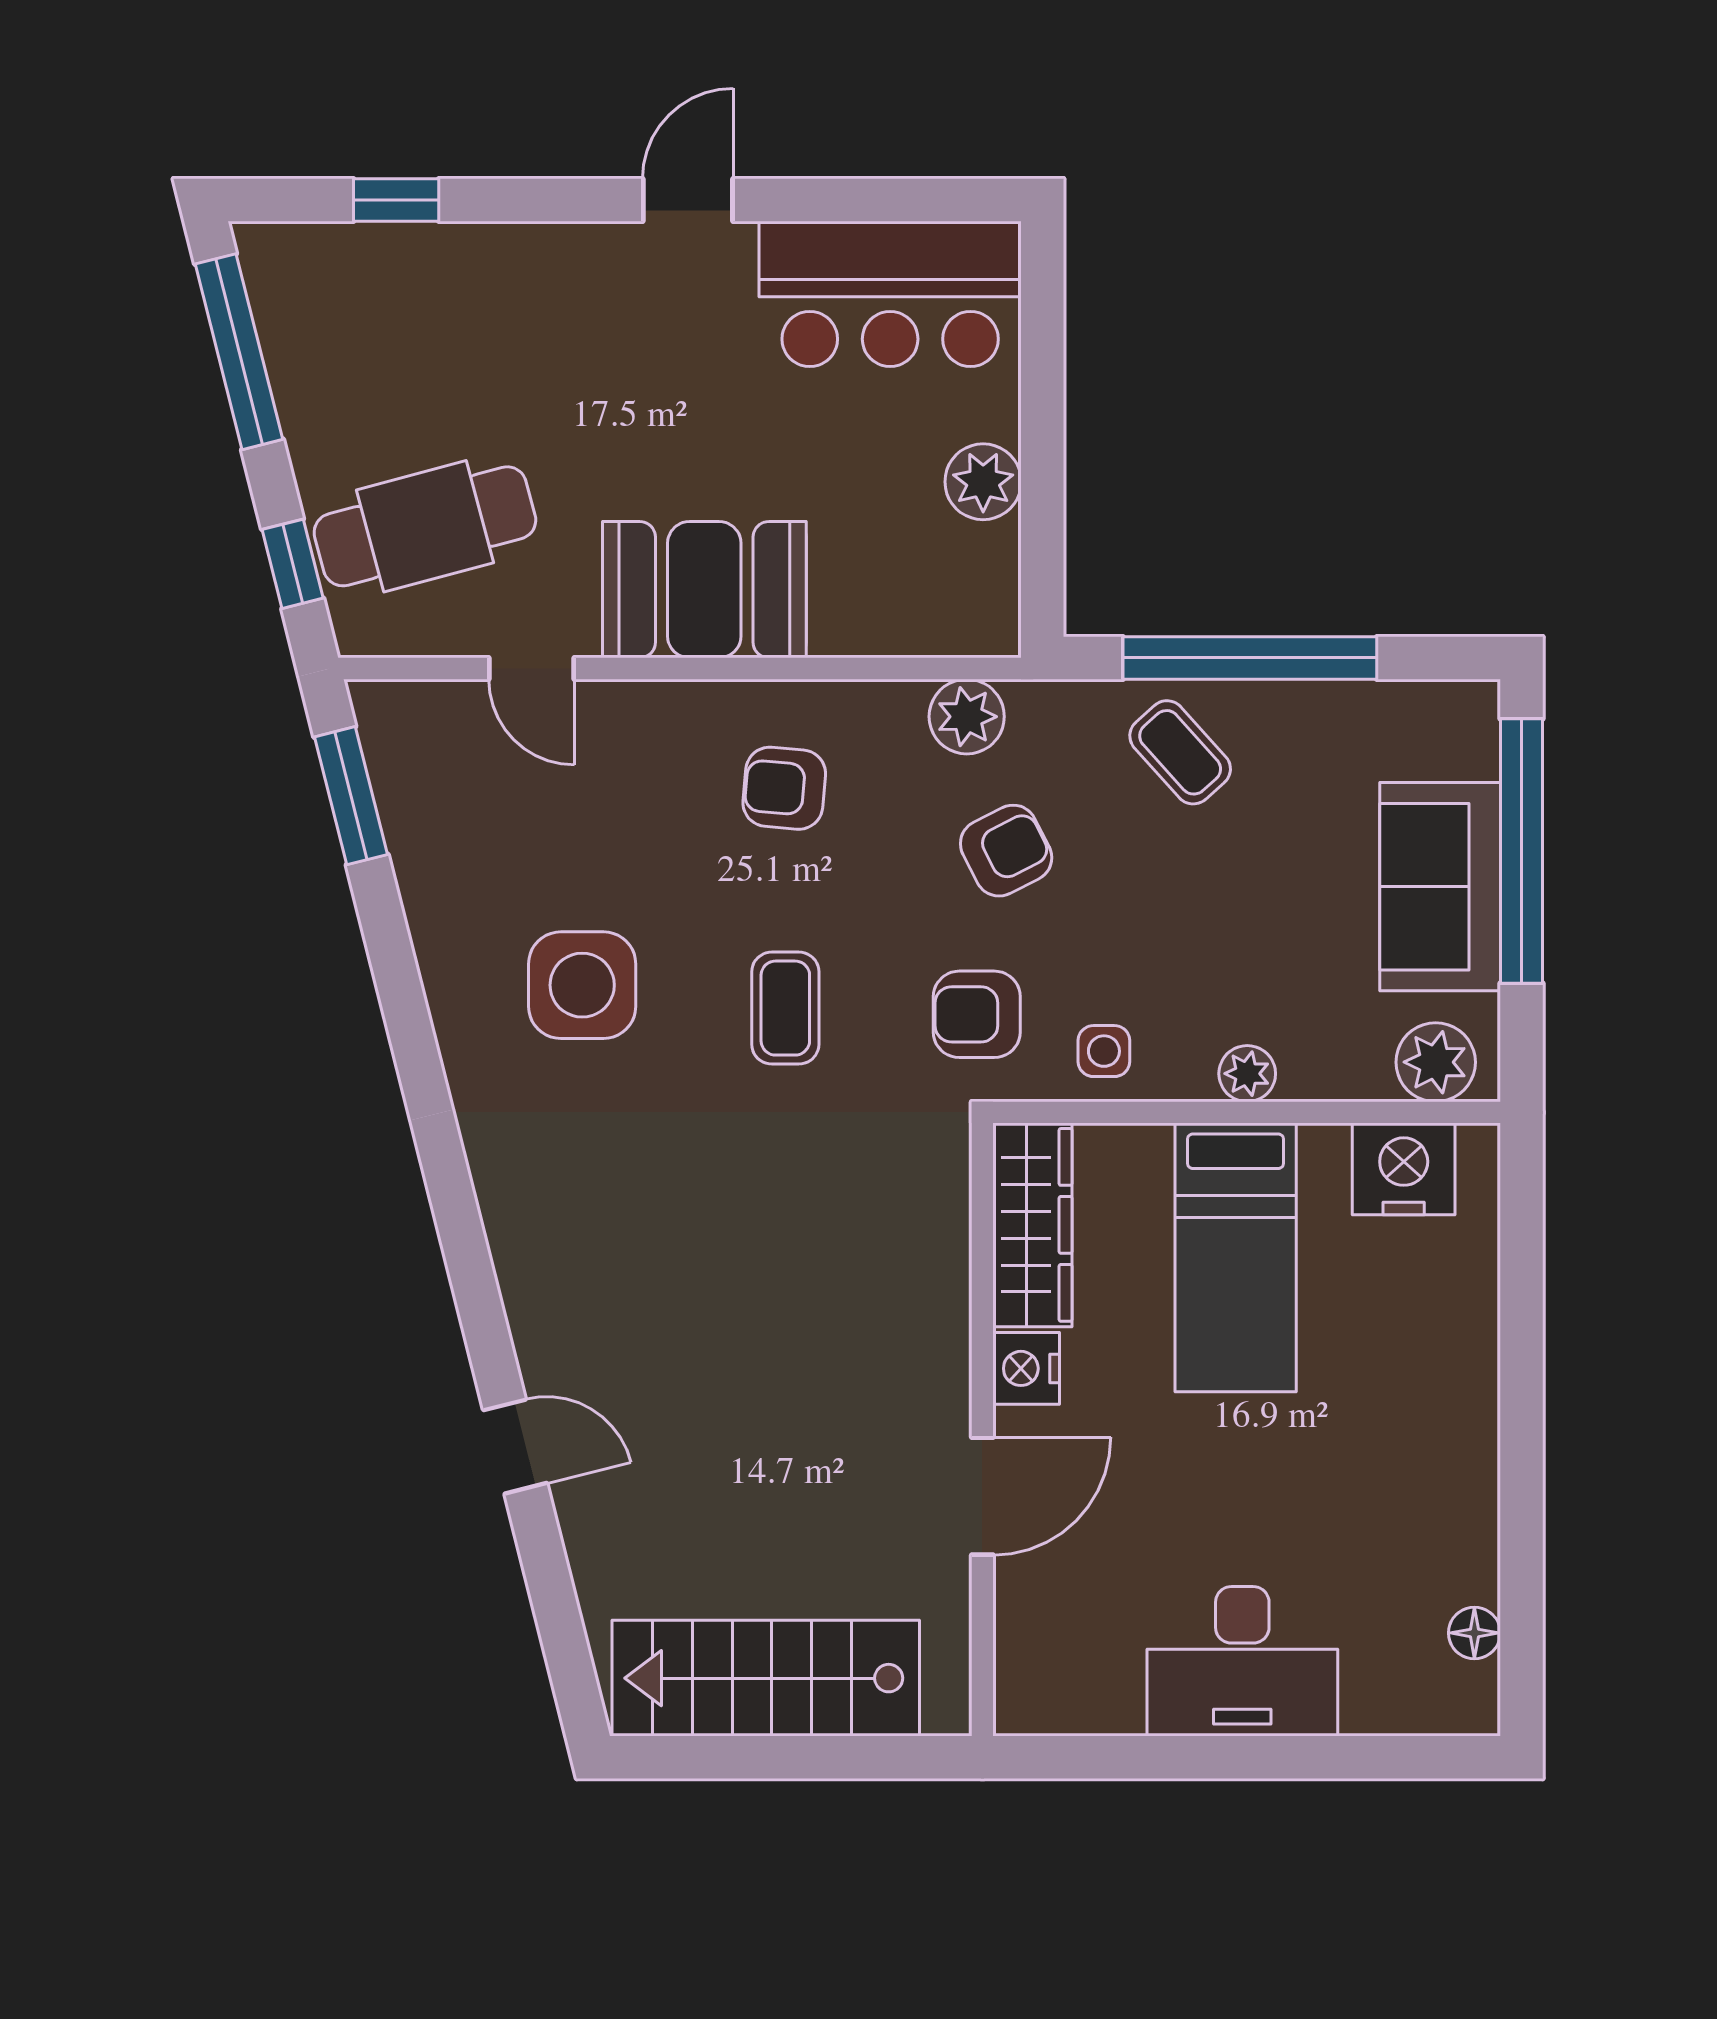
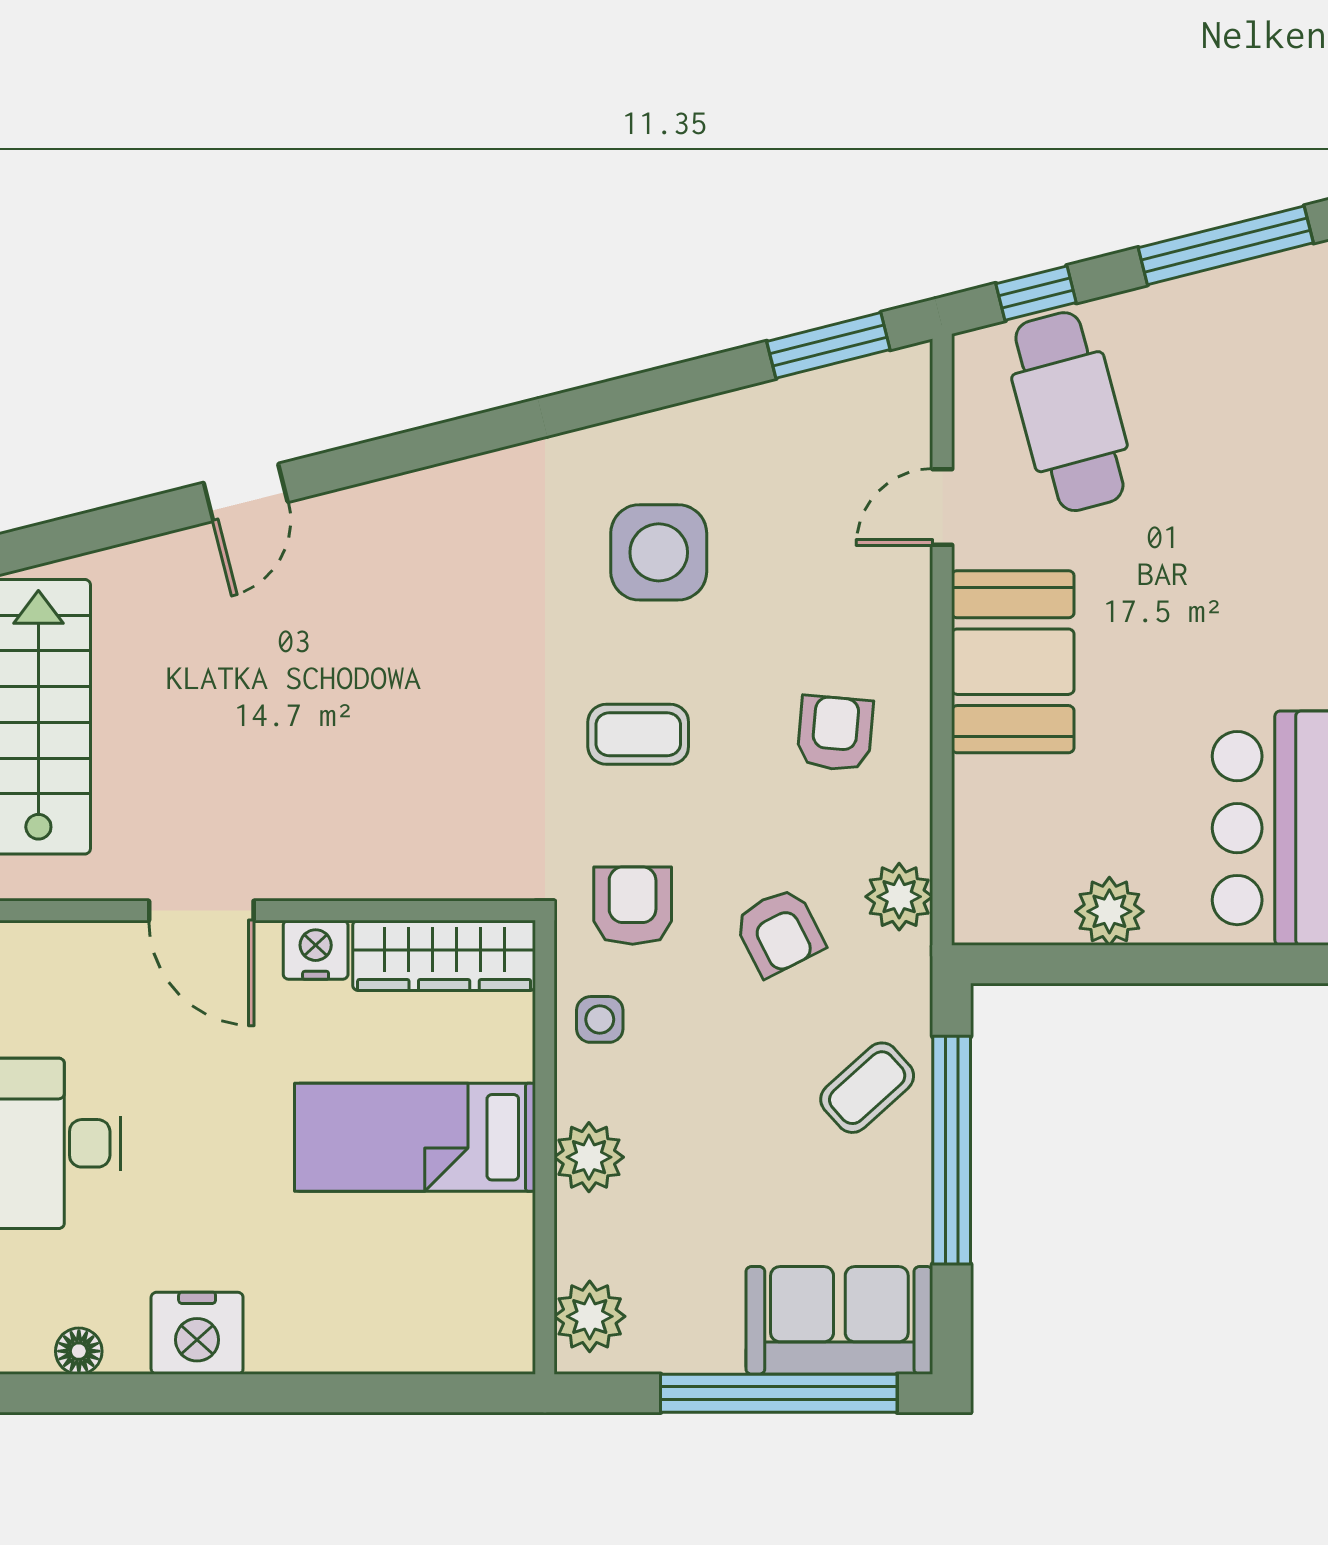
sofa: (1440, 887) -> (839, 1320), moved
plant: (1247, 1074) -> (589, 1157), width x1.38, depth x1.38
nightstand: (1404, 1169) -> (197, 1333), moved, turned 90

